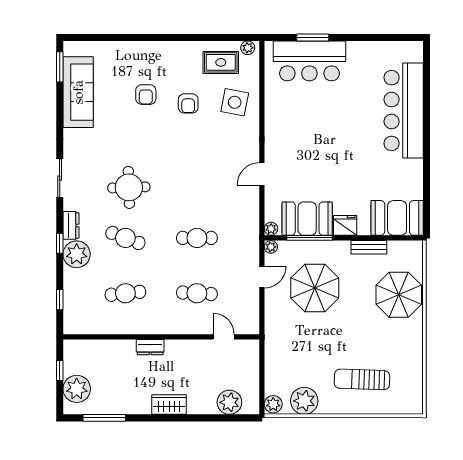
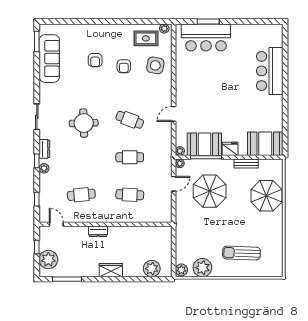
bar counter: (404, 111) -> (270, 71), width x0.73
cafe table: (125, 238) -> (130, 120), moved
plant: (77, 254) -> (44, 168), width x0.53, depth x0.53
door: (224, 337) -> (56, 224), moved

